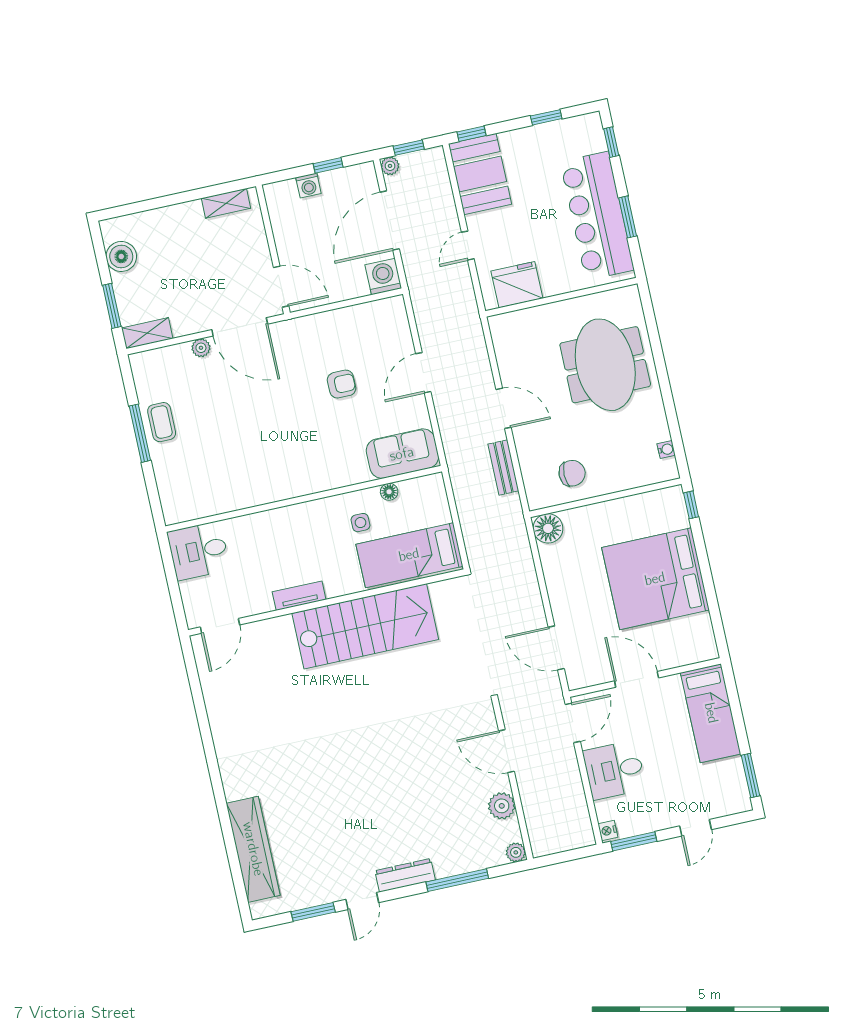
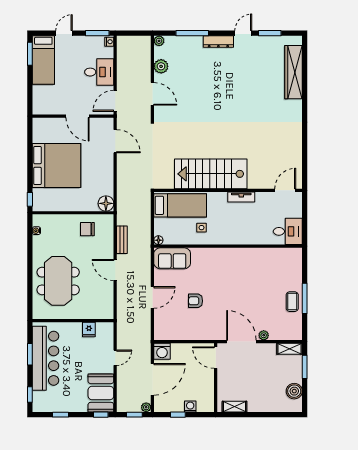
fridge: (517, 285) -> (89, 330), width x0.53, depth x0.75
floor lamp: (389, 492) -> (158, 240), moved
bed: (711, 713) -> (43, 60), moved, turned 180

